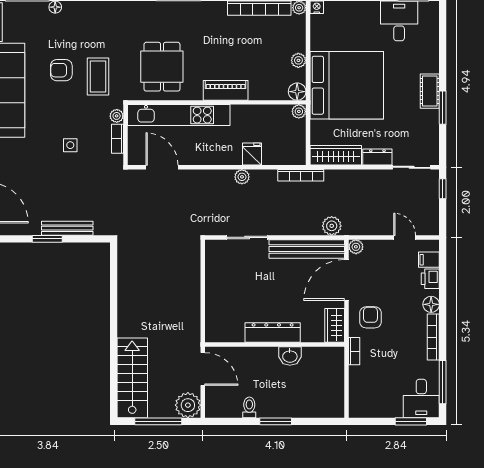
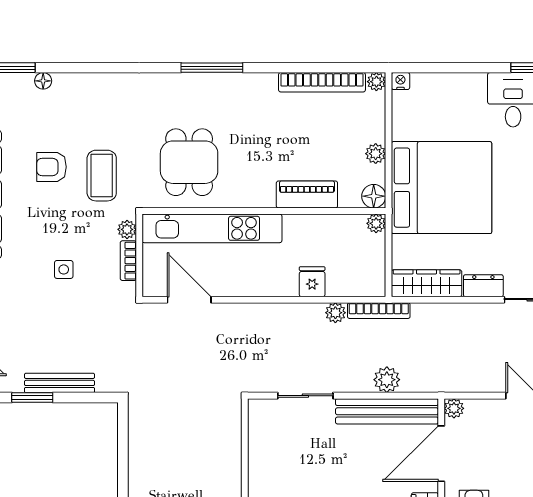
piano: (226, 90) -> (307, 195), moved
plant: (242, 177) -> (335, 313), moved
plant: (332, 226) -> (387, 380), moved

